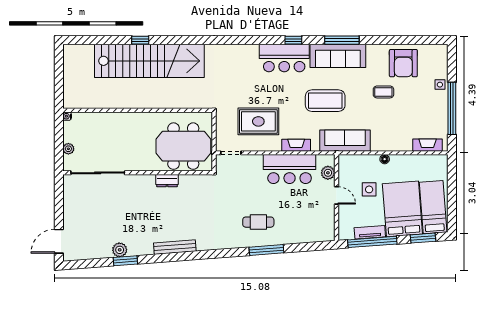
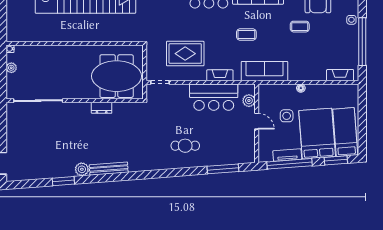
coffee table: (325, 101) -> (246, 34), width x0.54, depth x0.58
plant: (68, 149) -> (11, 68), moved
plant: (120, 250) -> (82, 169), moved
window: (266, 250) -> (223, 169), moved

